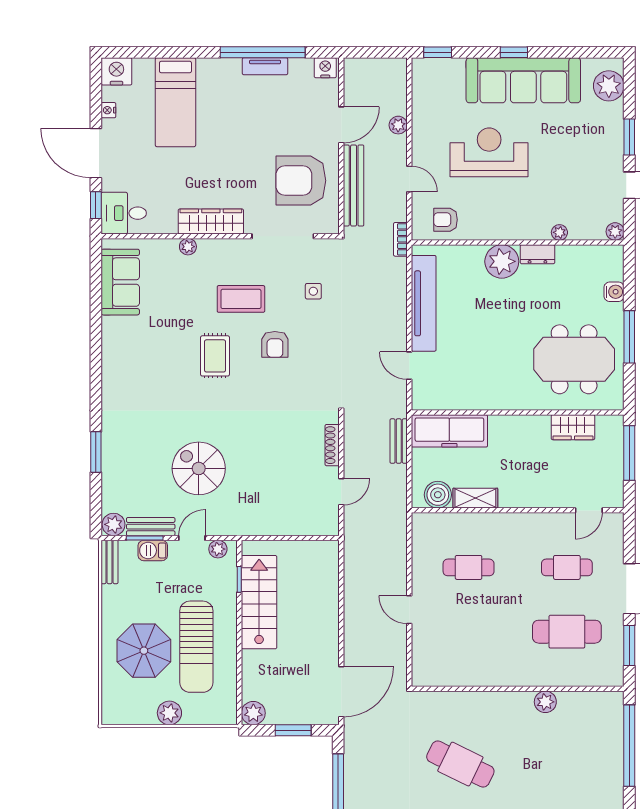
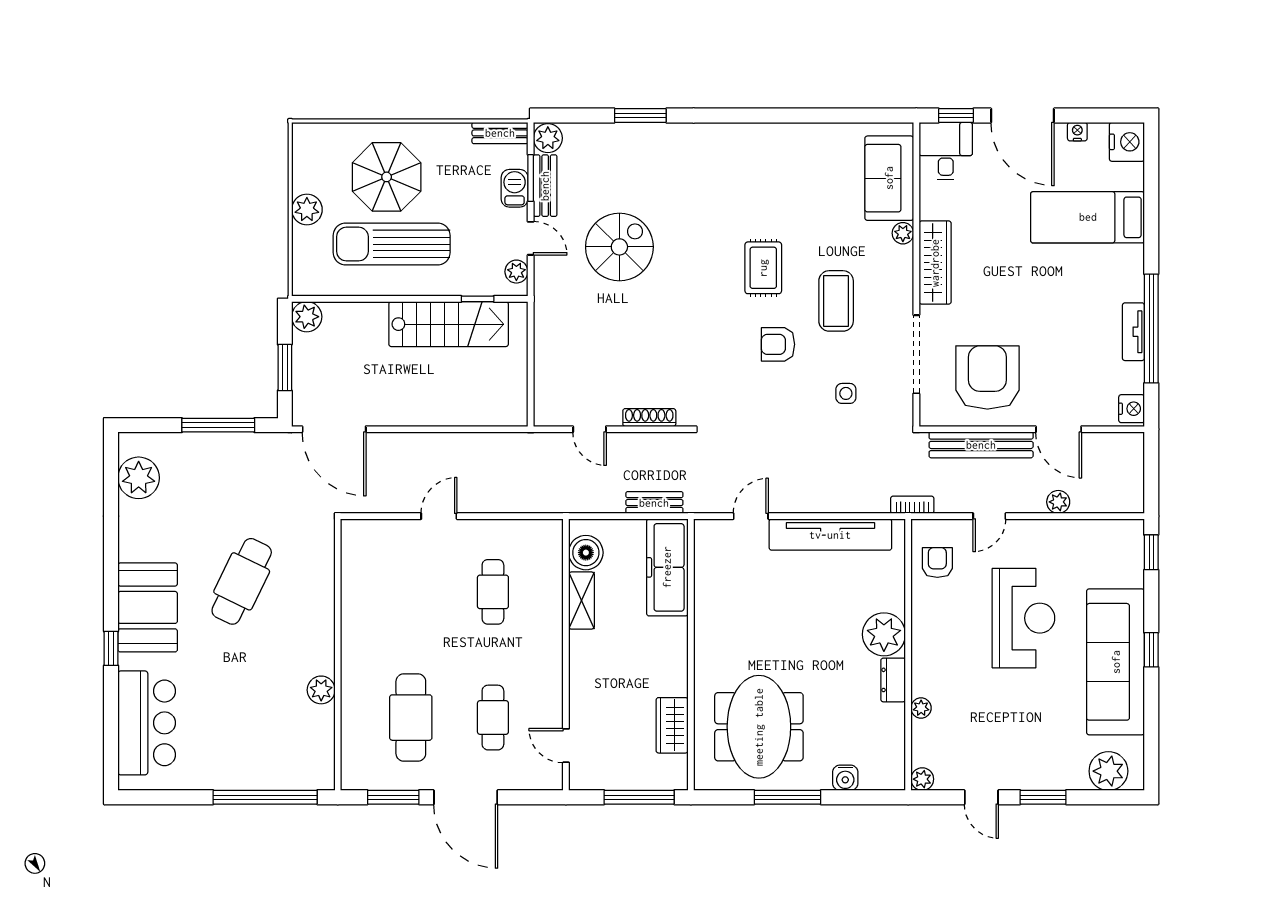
door: (96, 153) -> (1023, 116), swing flipped
sofa: (120, 282) -> (889, 178), moved, turned 90
rug: (215, 356) -> (763, 268), turned 90

